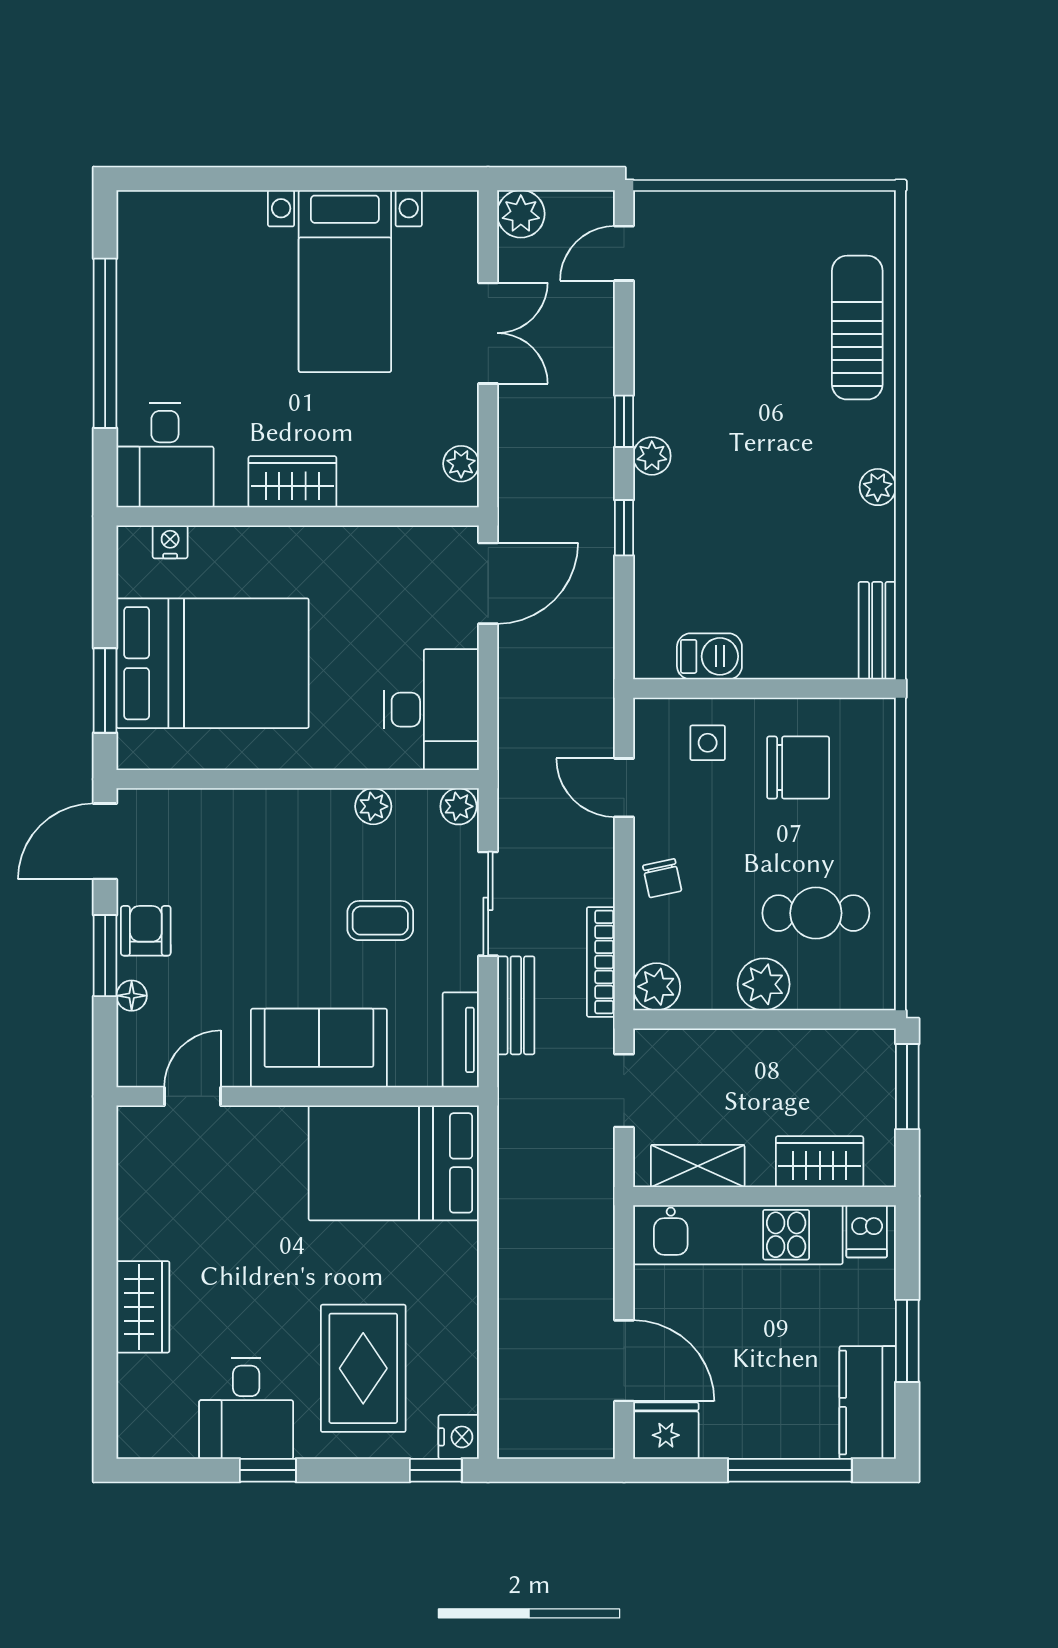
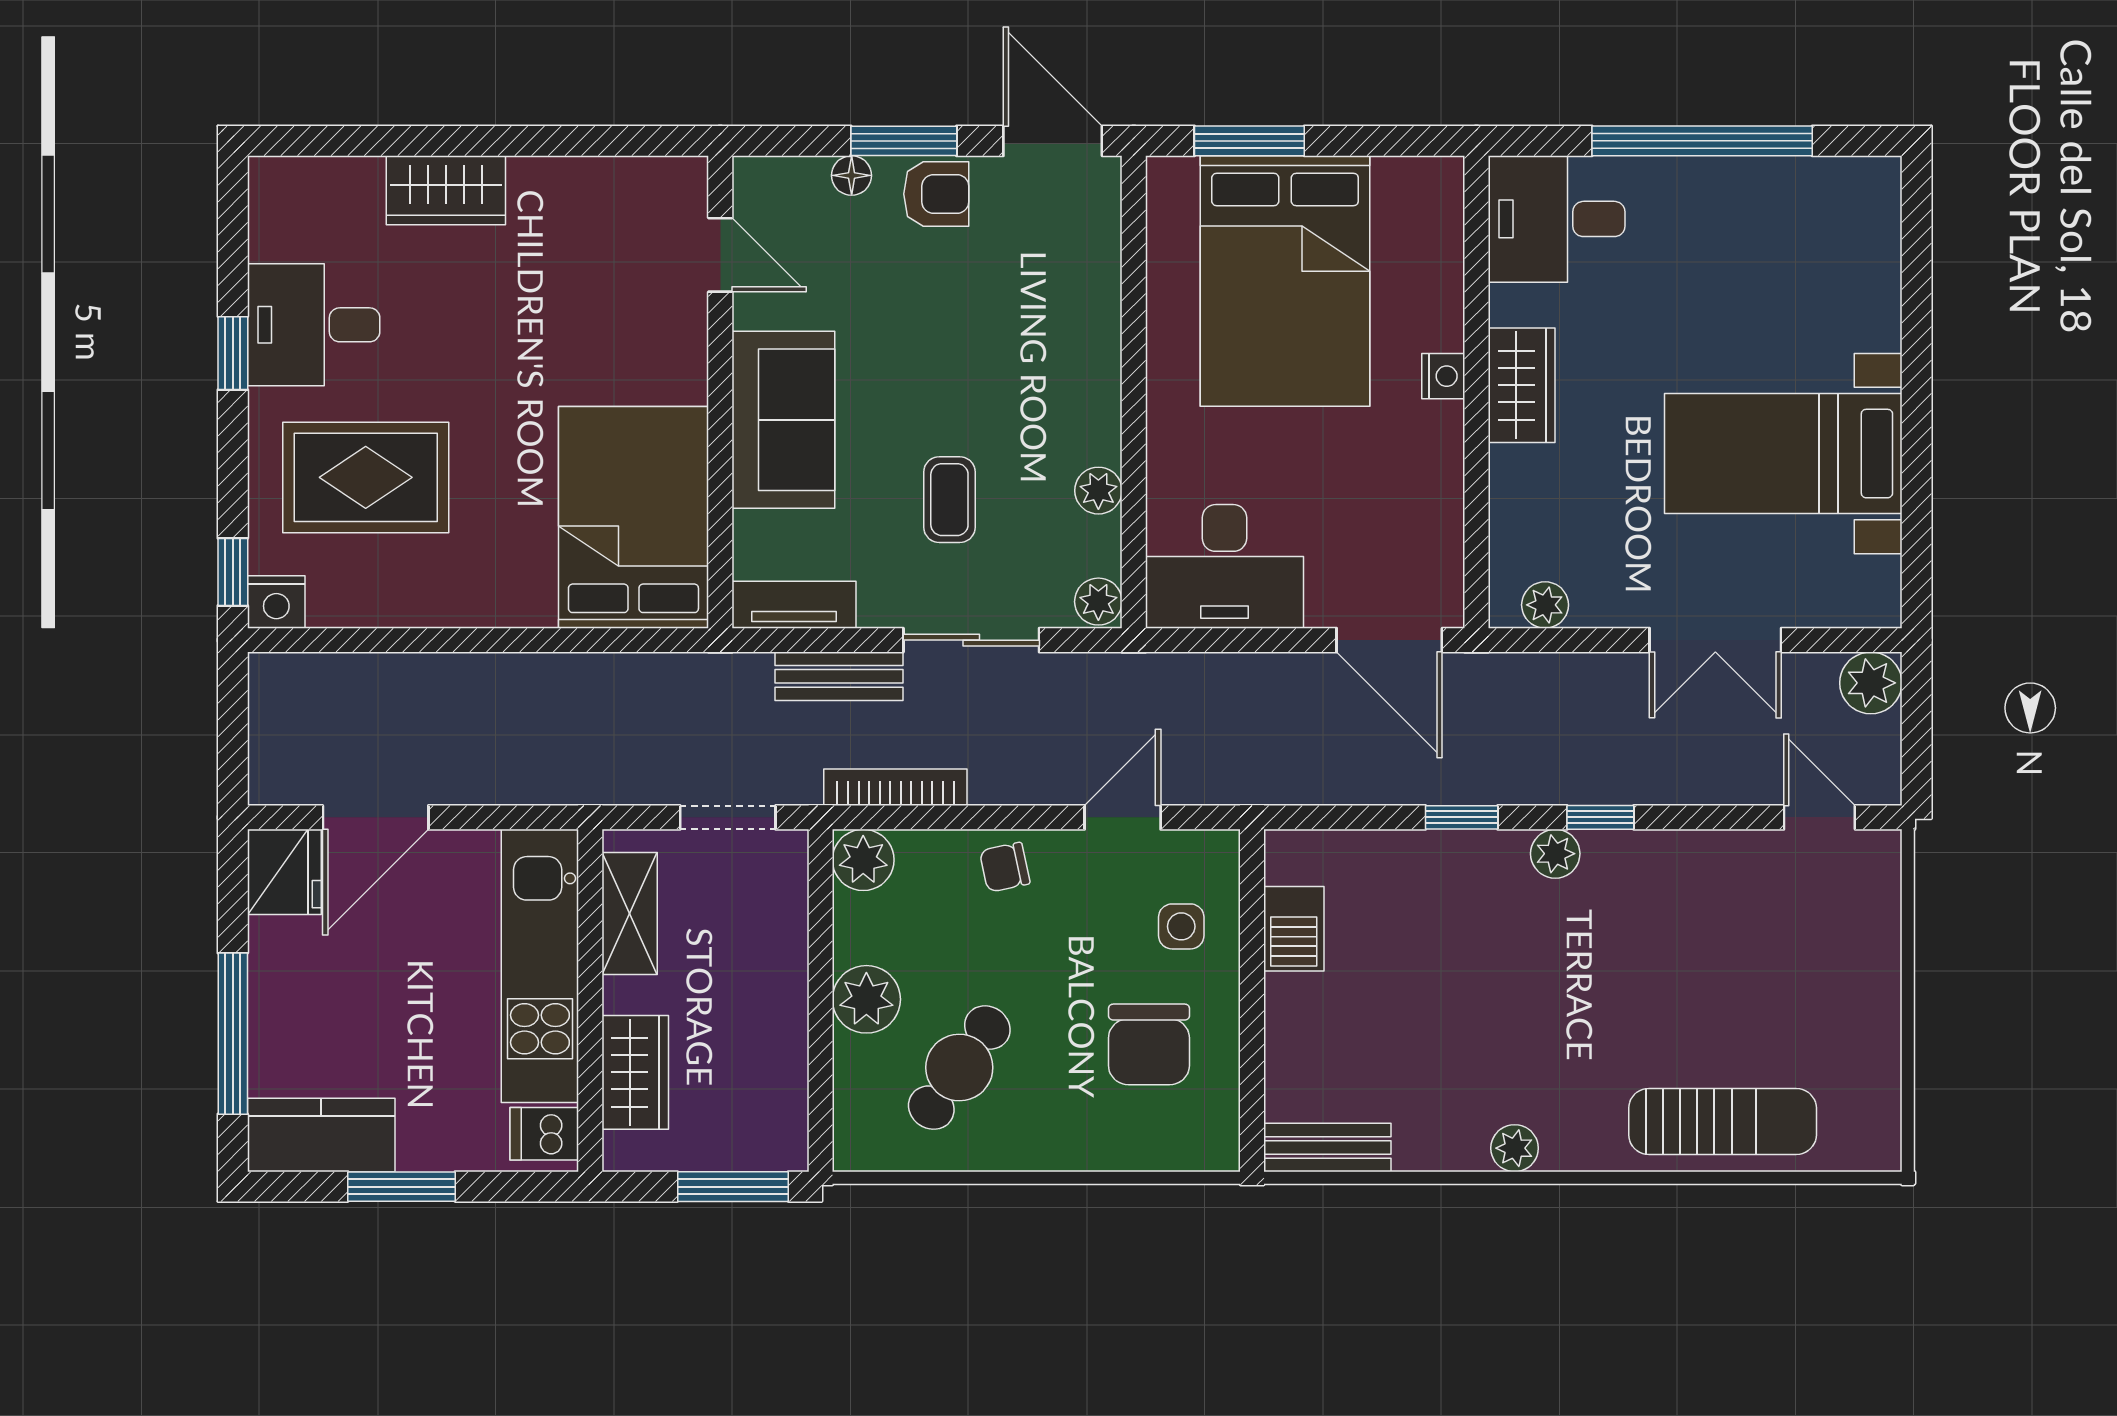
nightstand: (170, 542) -> (1443, 376), moved
cafe table: (816, 913) -> (959, 1068), turned 35

